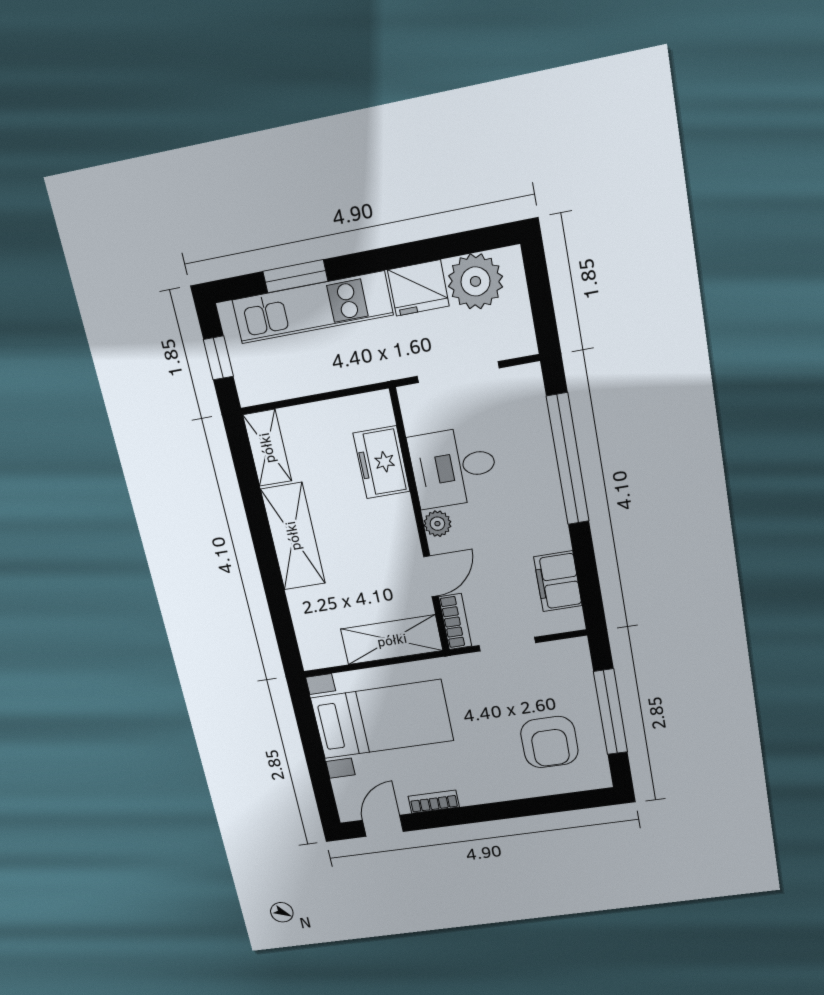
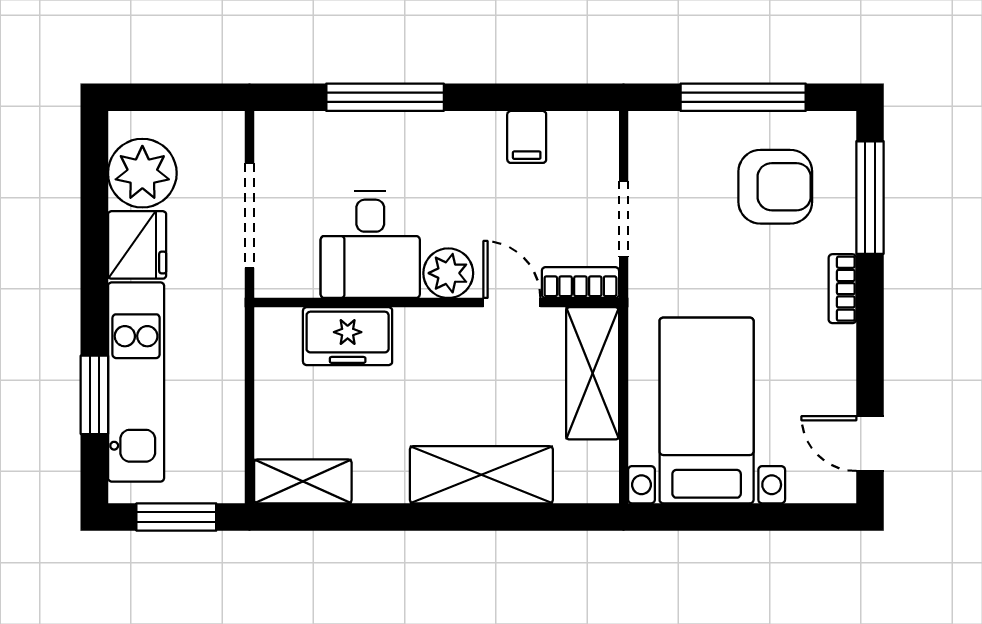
window: (218, 358) -> (176, 517), width x1.50
window: (568, 459) -> (385, 97), width x0.68
plant: (437, 524) -> (448, 273), width x1.38, depth x1.38
shelving: (293, 536) -> (481, 475), moved
filing cabinet: (558, 581) -> (527, 137), width x0.50
bookcase: (434, 802) -> (842, 289), moved
window: (553, 804) -> (870, 198), added

